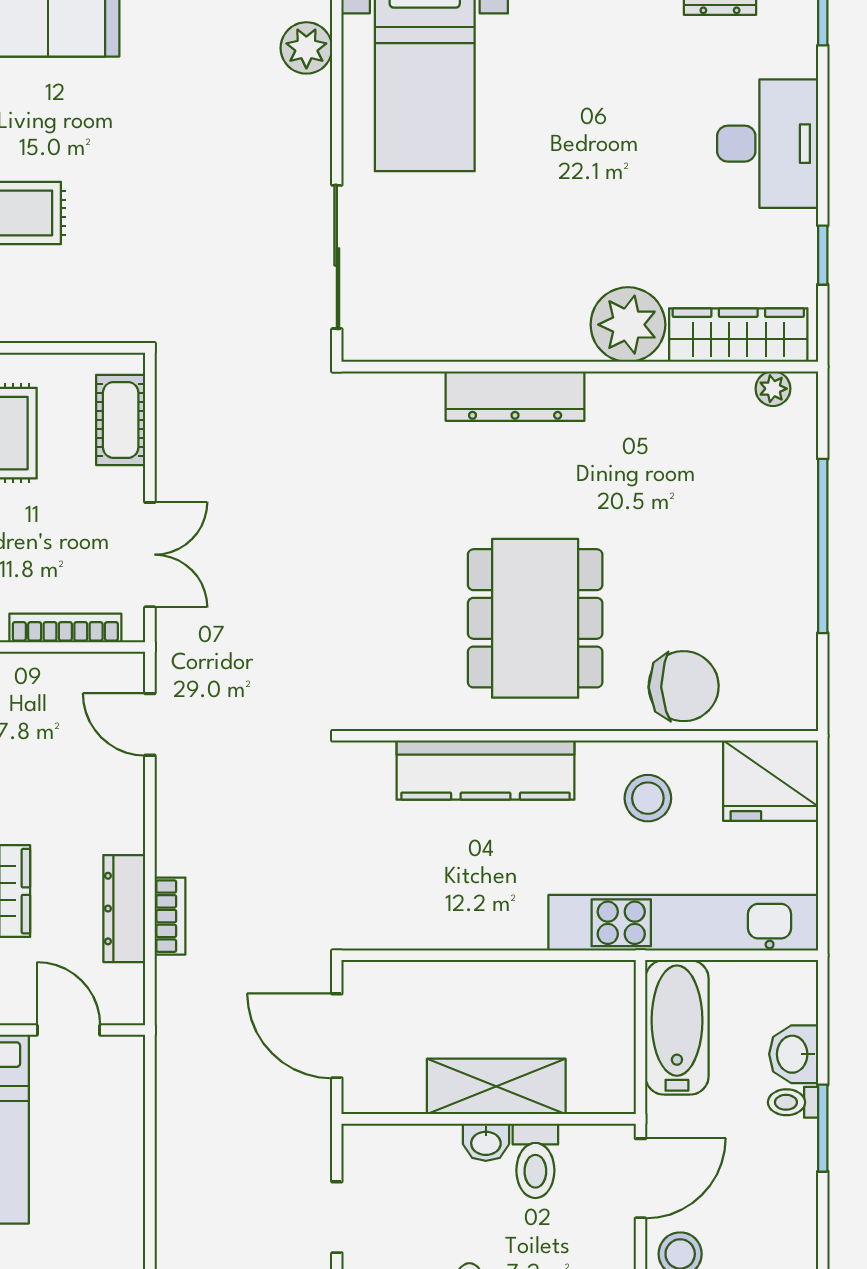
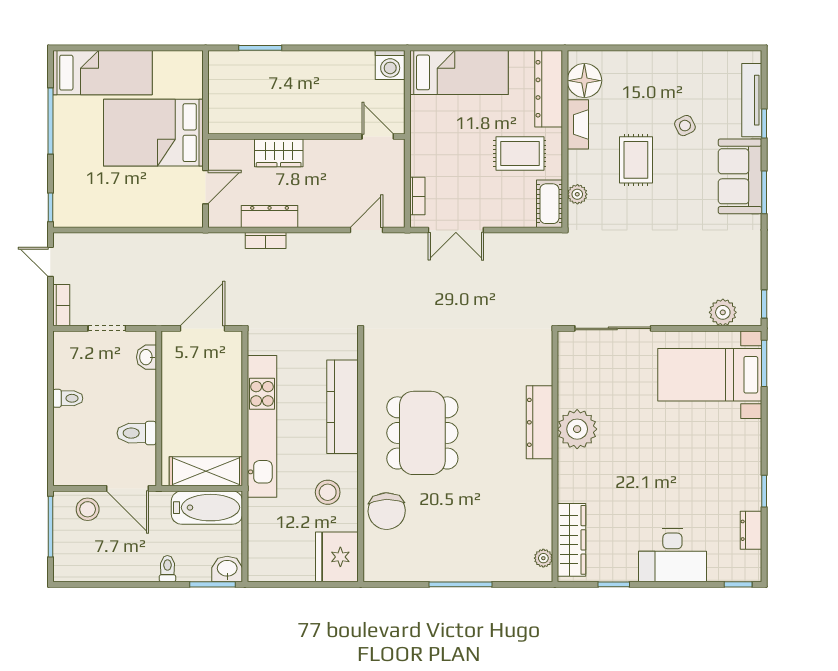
plant: (82, 324) -> (577, 194), added
plant: (628, 325) -> (577, 429), moved
cot: (121, 420) -> (549, 204), moved, turned 90
window: (823, 546) -> (461, 584), width x0.68
dining table: (535, 618) -> (422, 433), turned 90
bookcase: (65, 628) -> (417, 196), width x0.64
kitchen unit: (683, 923) -> (262, 426), moved
washbasin: (794, 1054) -> (227, 569), moved
shelving: (496, 1086) -> (206, 471), moved, turned 90
window: (823, 1128) -> (213, 584), moved
washbasin: (486, 1142) -> (146, 357), moved

